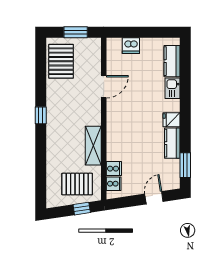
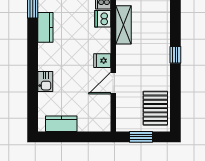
dishwasher: (131, 46) -> (103, 19), moved, turned -90
kitchen counter: (172, 61) -> (61, 124), moved, turned -90
fridge: (172, 120) -> (102, 61), moved, turned 180

